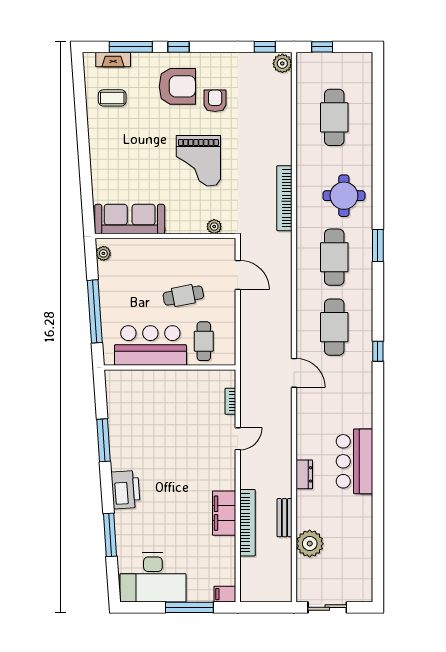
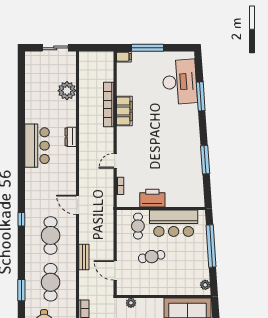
printer: (126, 490) -> (152, 198), moved, turned 94
bench: (284, 518) -> (84, 257), moved
desk: (153, 578) -> (180, 82), moved, turned 86

